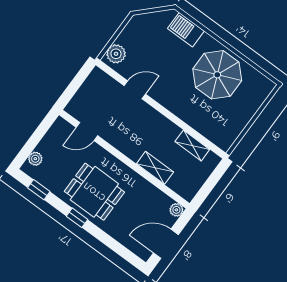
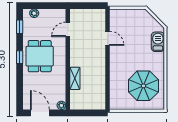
plant: (116, 54) -> (119, 15), removed
parasol: (217, 75) -> (143, 86), moved
door: (87, 132) -> (68, 29), hinge flipped
shelving: (192, 145) -> (101, 89), removed

